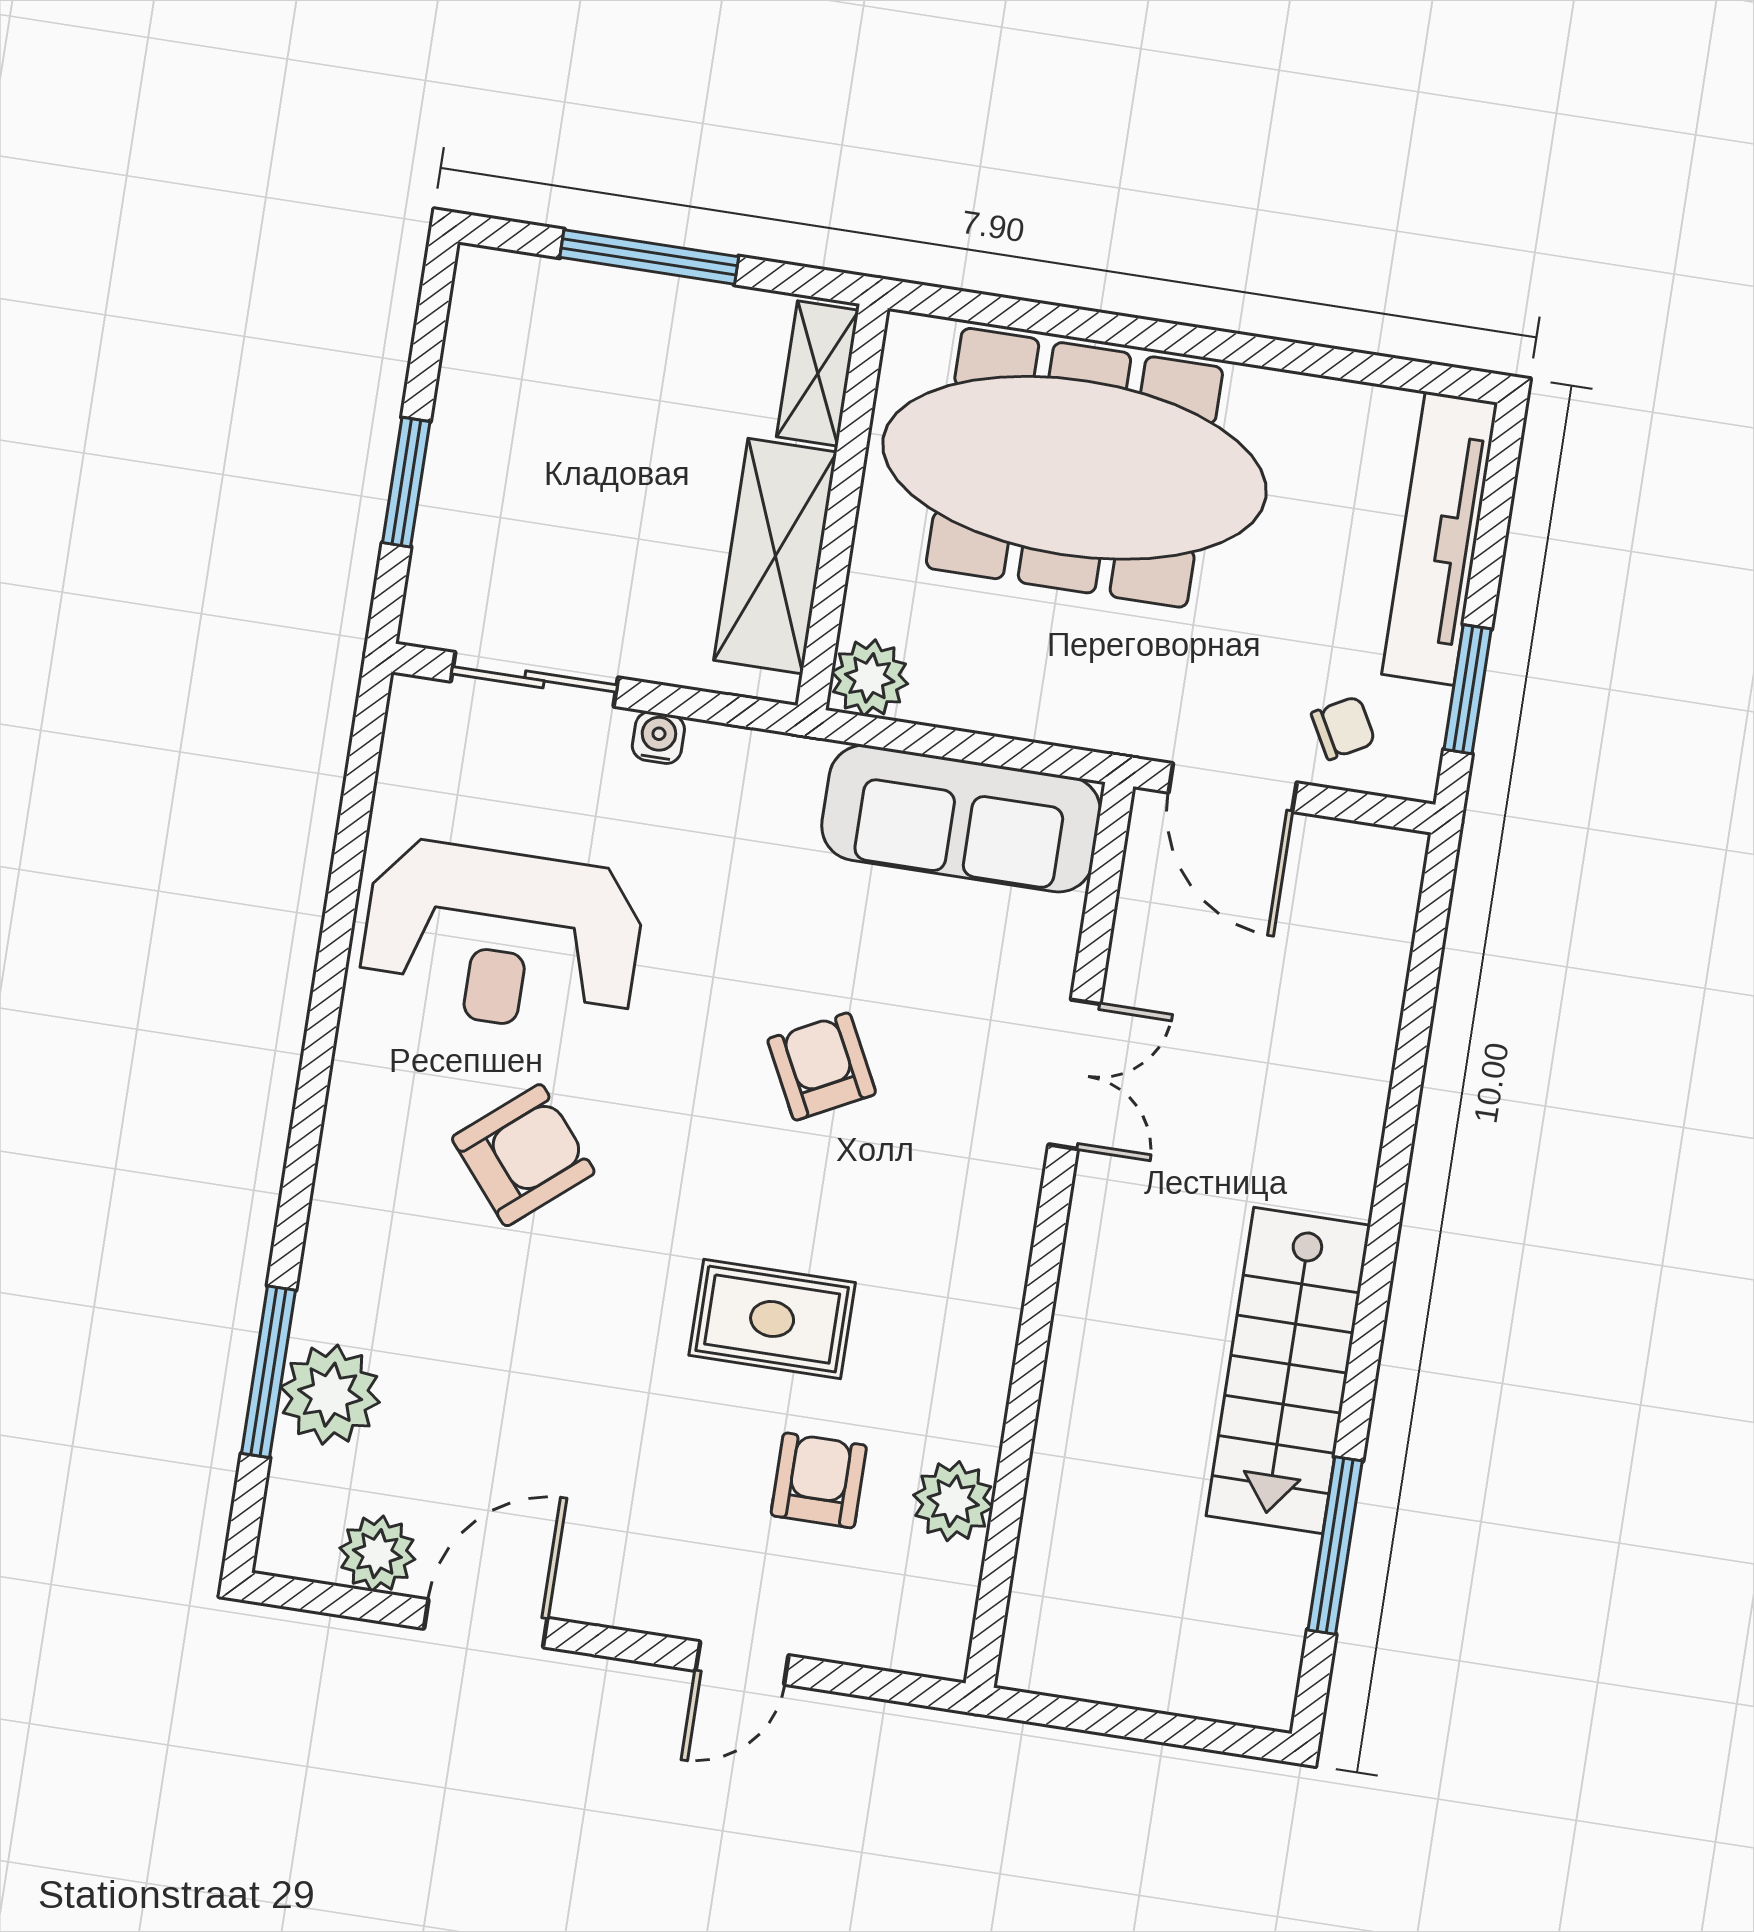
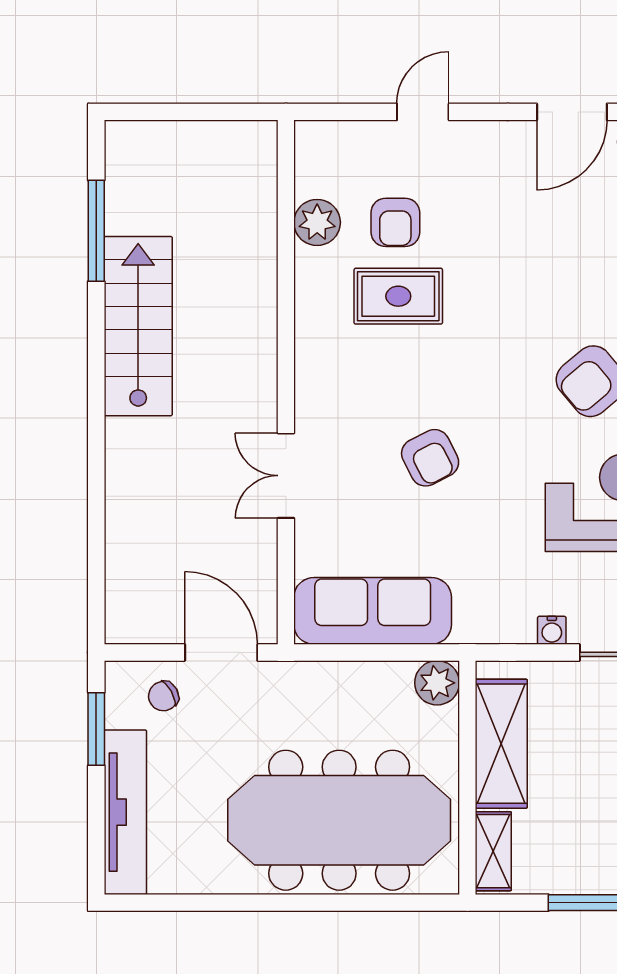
rug: (772, 1319) -> (398, 296), moved

